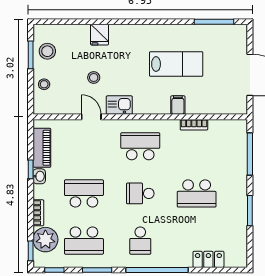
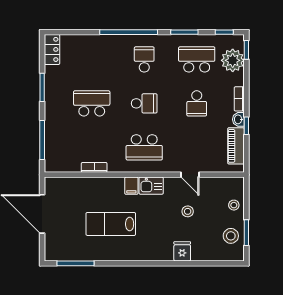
kitchen sink: (119, 105) -> (151, 186), moved
filing cabinet: (178, 105) -> (131, 186), moved
school desk: (84, 193) -> (197, 103), width x0.54
bookcase: (38, 213) -> (239, 99), moved
locker: (208, 259) -> (52, 49), moved, turned -90

